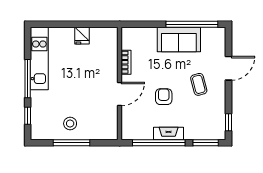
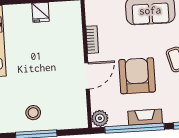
armchair: (164, 97) -> (137, 76), width x1.88, depth x1.88
plant: (129, 132) -> (100, 118), added

